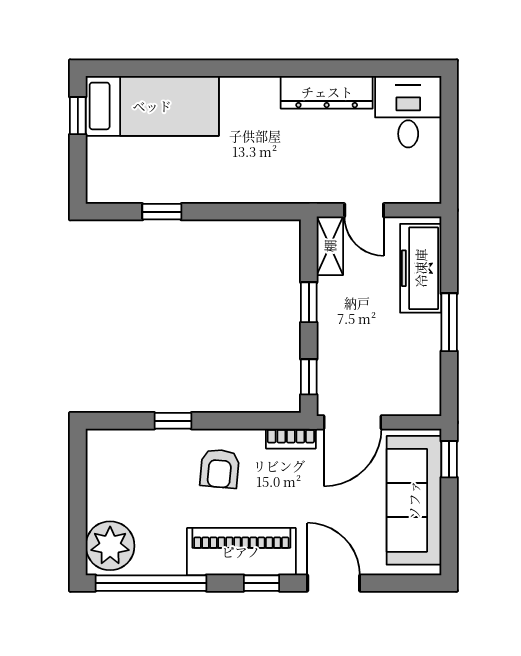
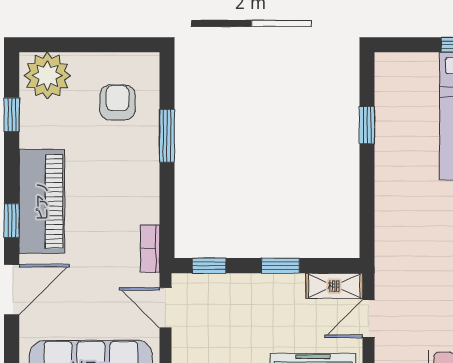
window: (173, 421) -> (167, 136), width x1.50
door: (353, 422) -> (165, 308), width x0.73
armchair: (220, 469) -> (118, 102), moved, turned 85
window: (151, 583) -> (12, 115), width x0.32

